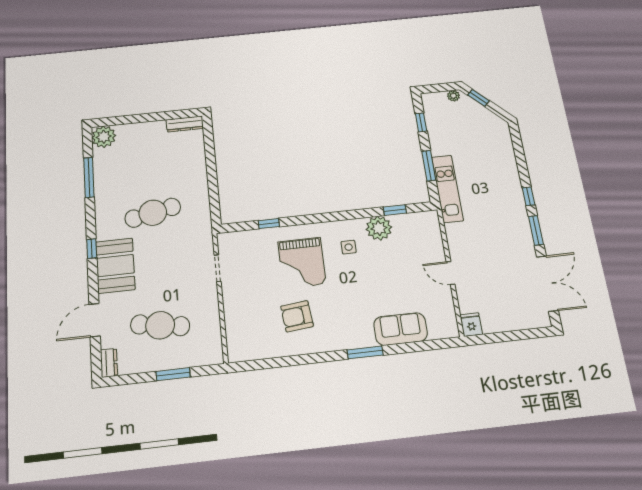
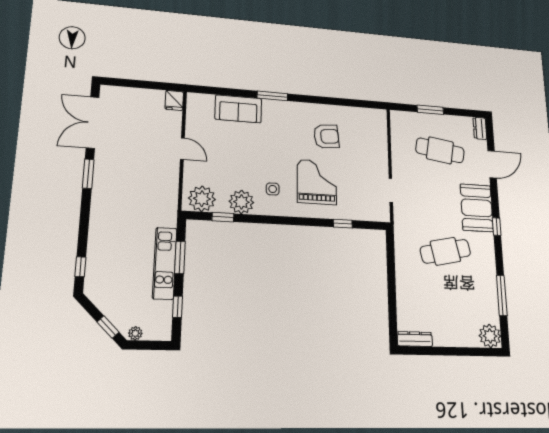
kitchen unit: (447, 189) -> (165, 263), moved
window: (529, 196) -> (80, 267), moved
plant: (420, 225) -> (202, 199), added

